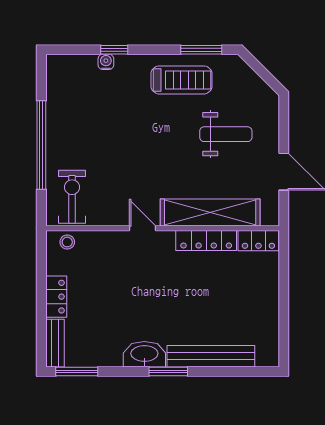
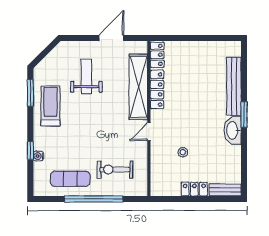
exercise mat: (72, 110) -> (70, 179), added
exercise bike: (72, 197) -> (115, 170), moved
stool: (67, 242) -> (183, 152), moved
window: (77, 372) -> (244, 175), removed

